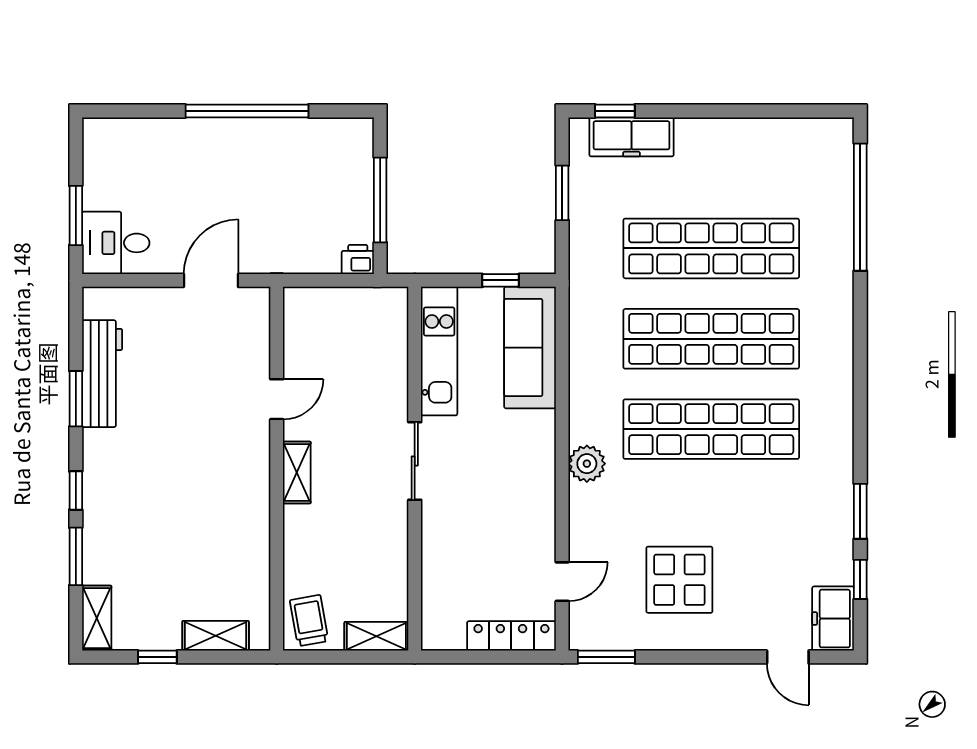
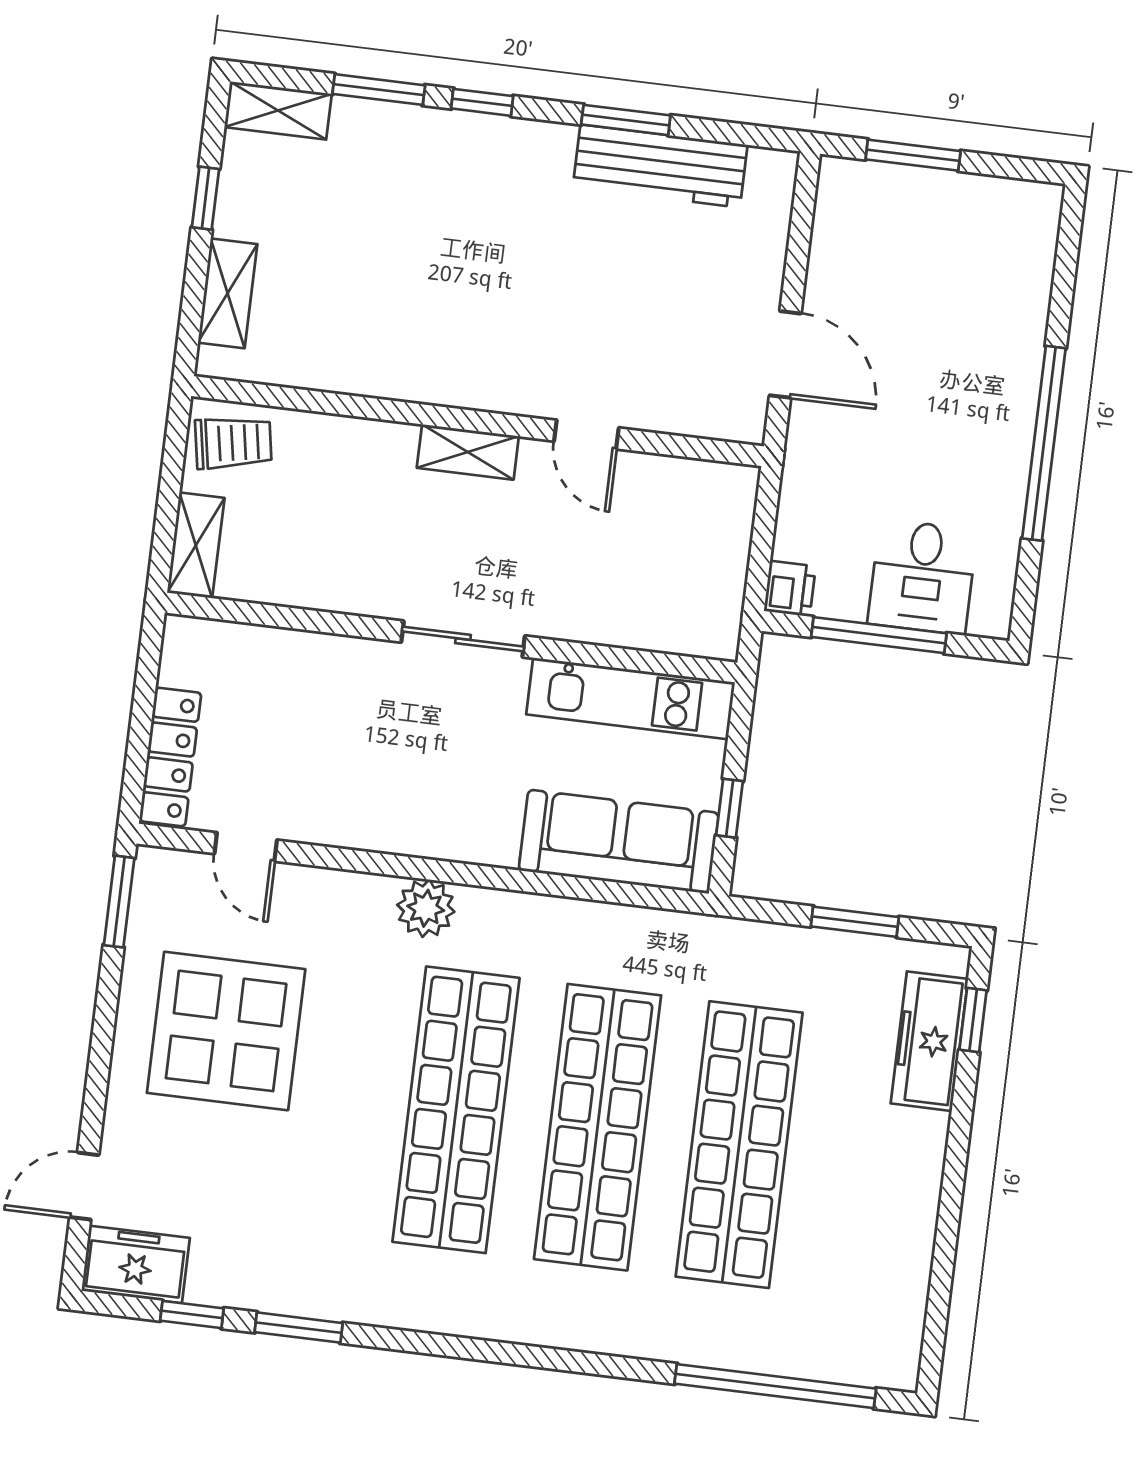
desk: (116, 243) -> (922, 577), moved, turned 180
display table: (679, 580) -> (226, 1031), width x1.36, depth x1.36

